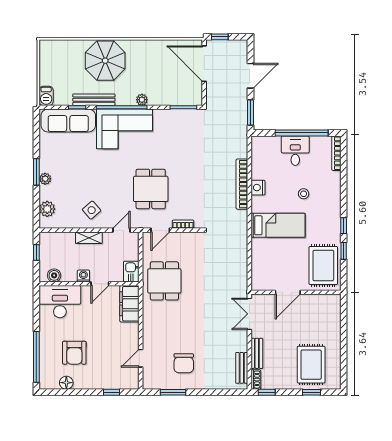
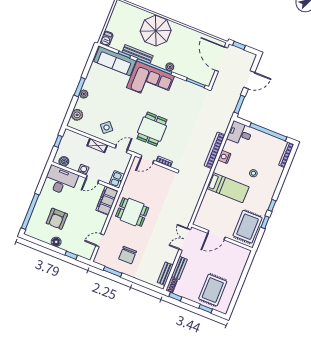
desk: (295, 151) -> (240, 133), moved, turned -90
dining table: (164, 281) -> (132, 212), moved, turned 90
floor lamp: (66, 383) -> (56, 242), moved

